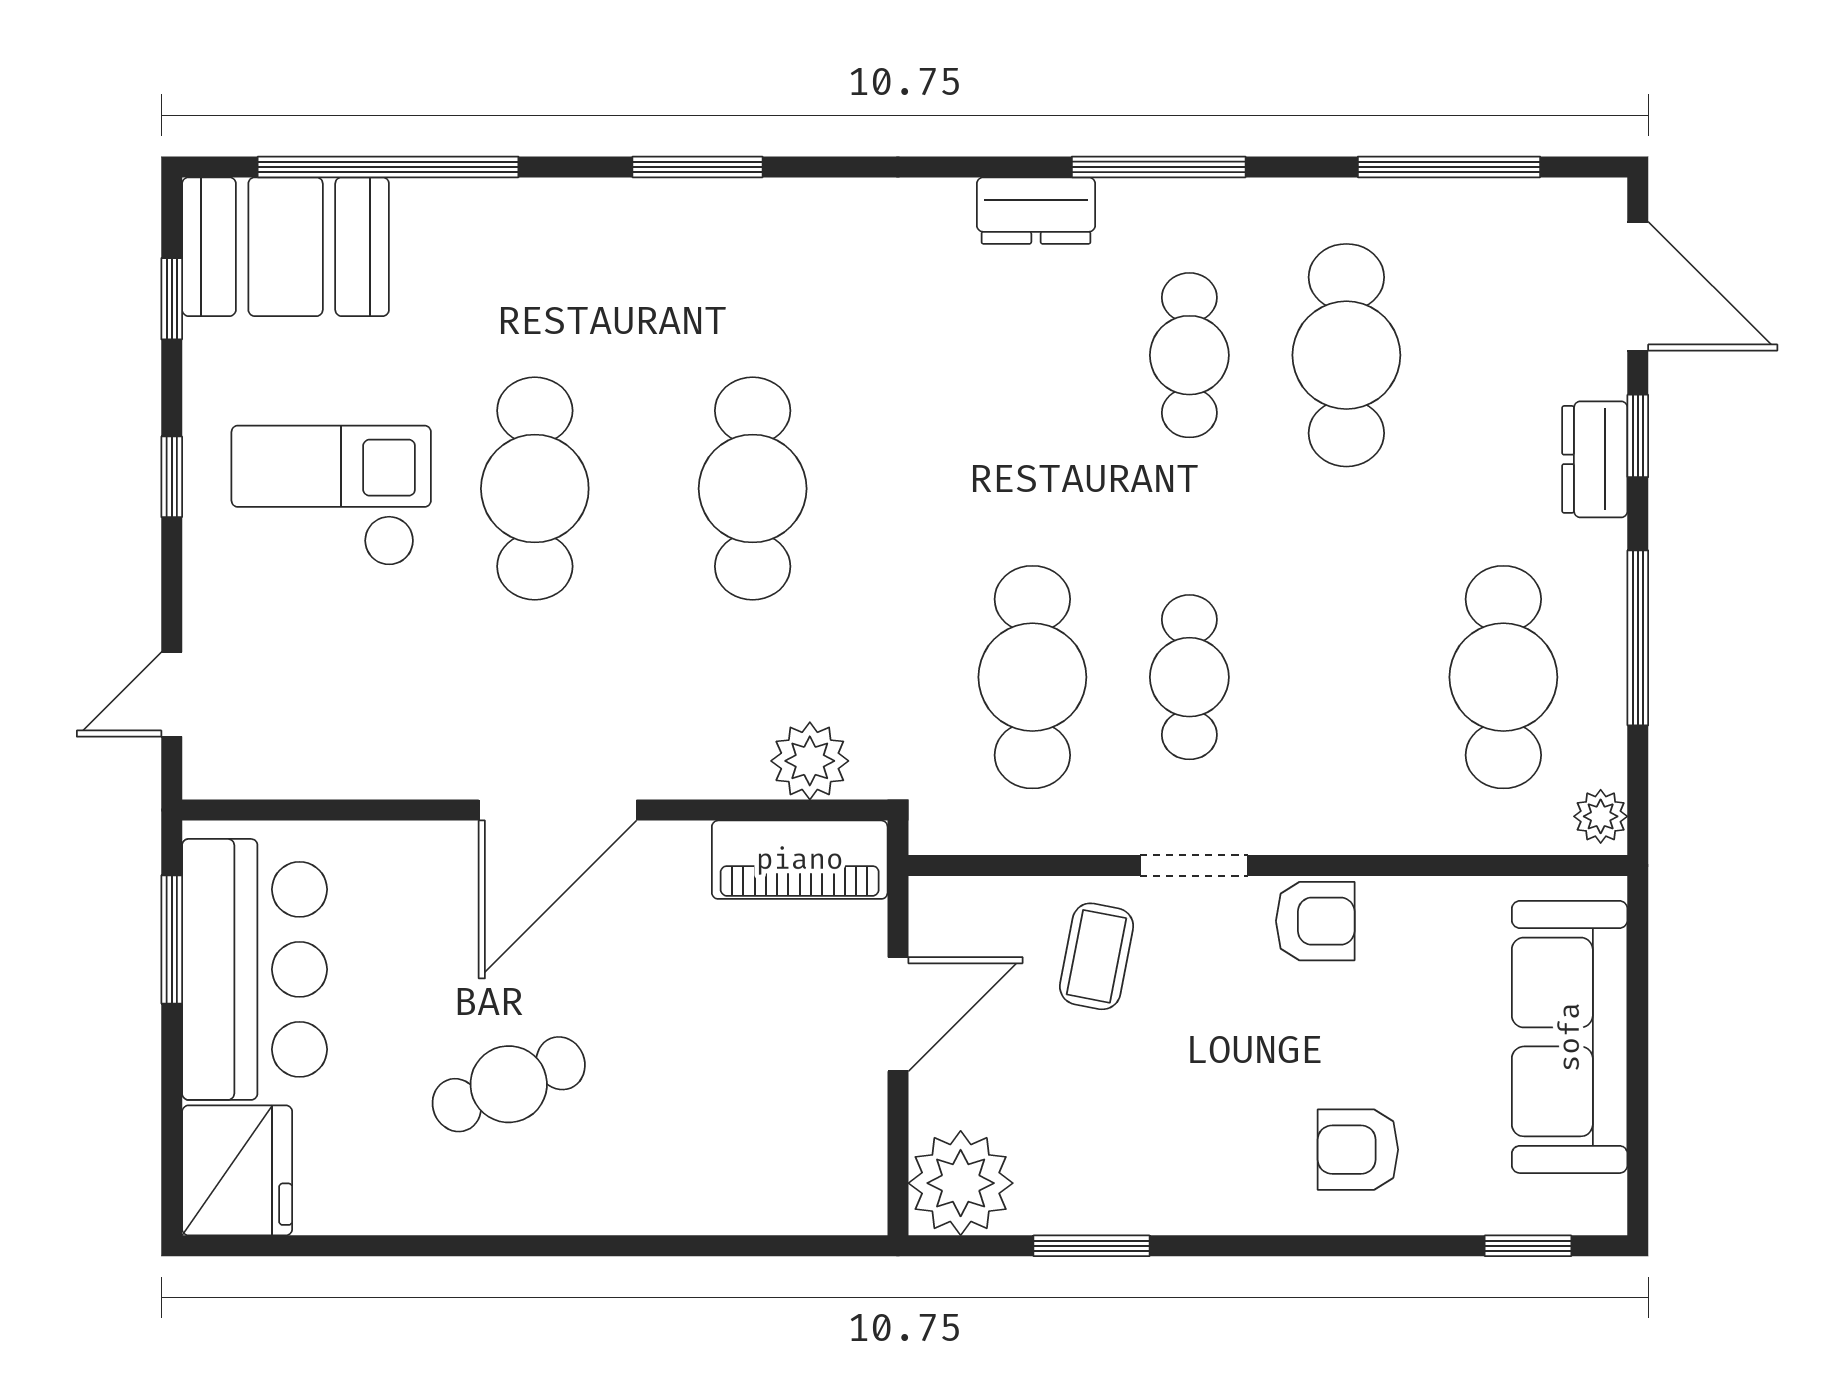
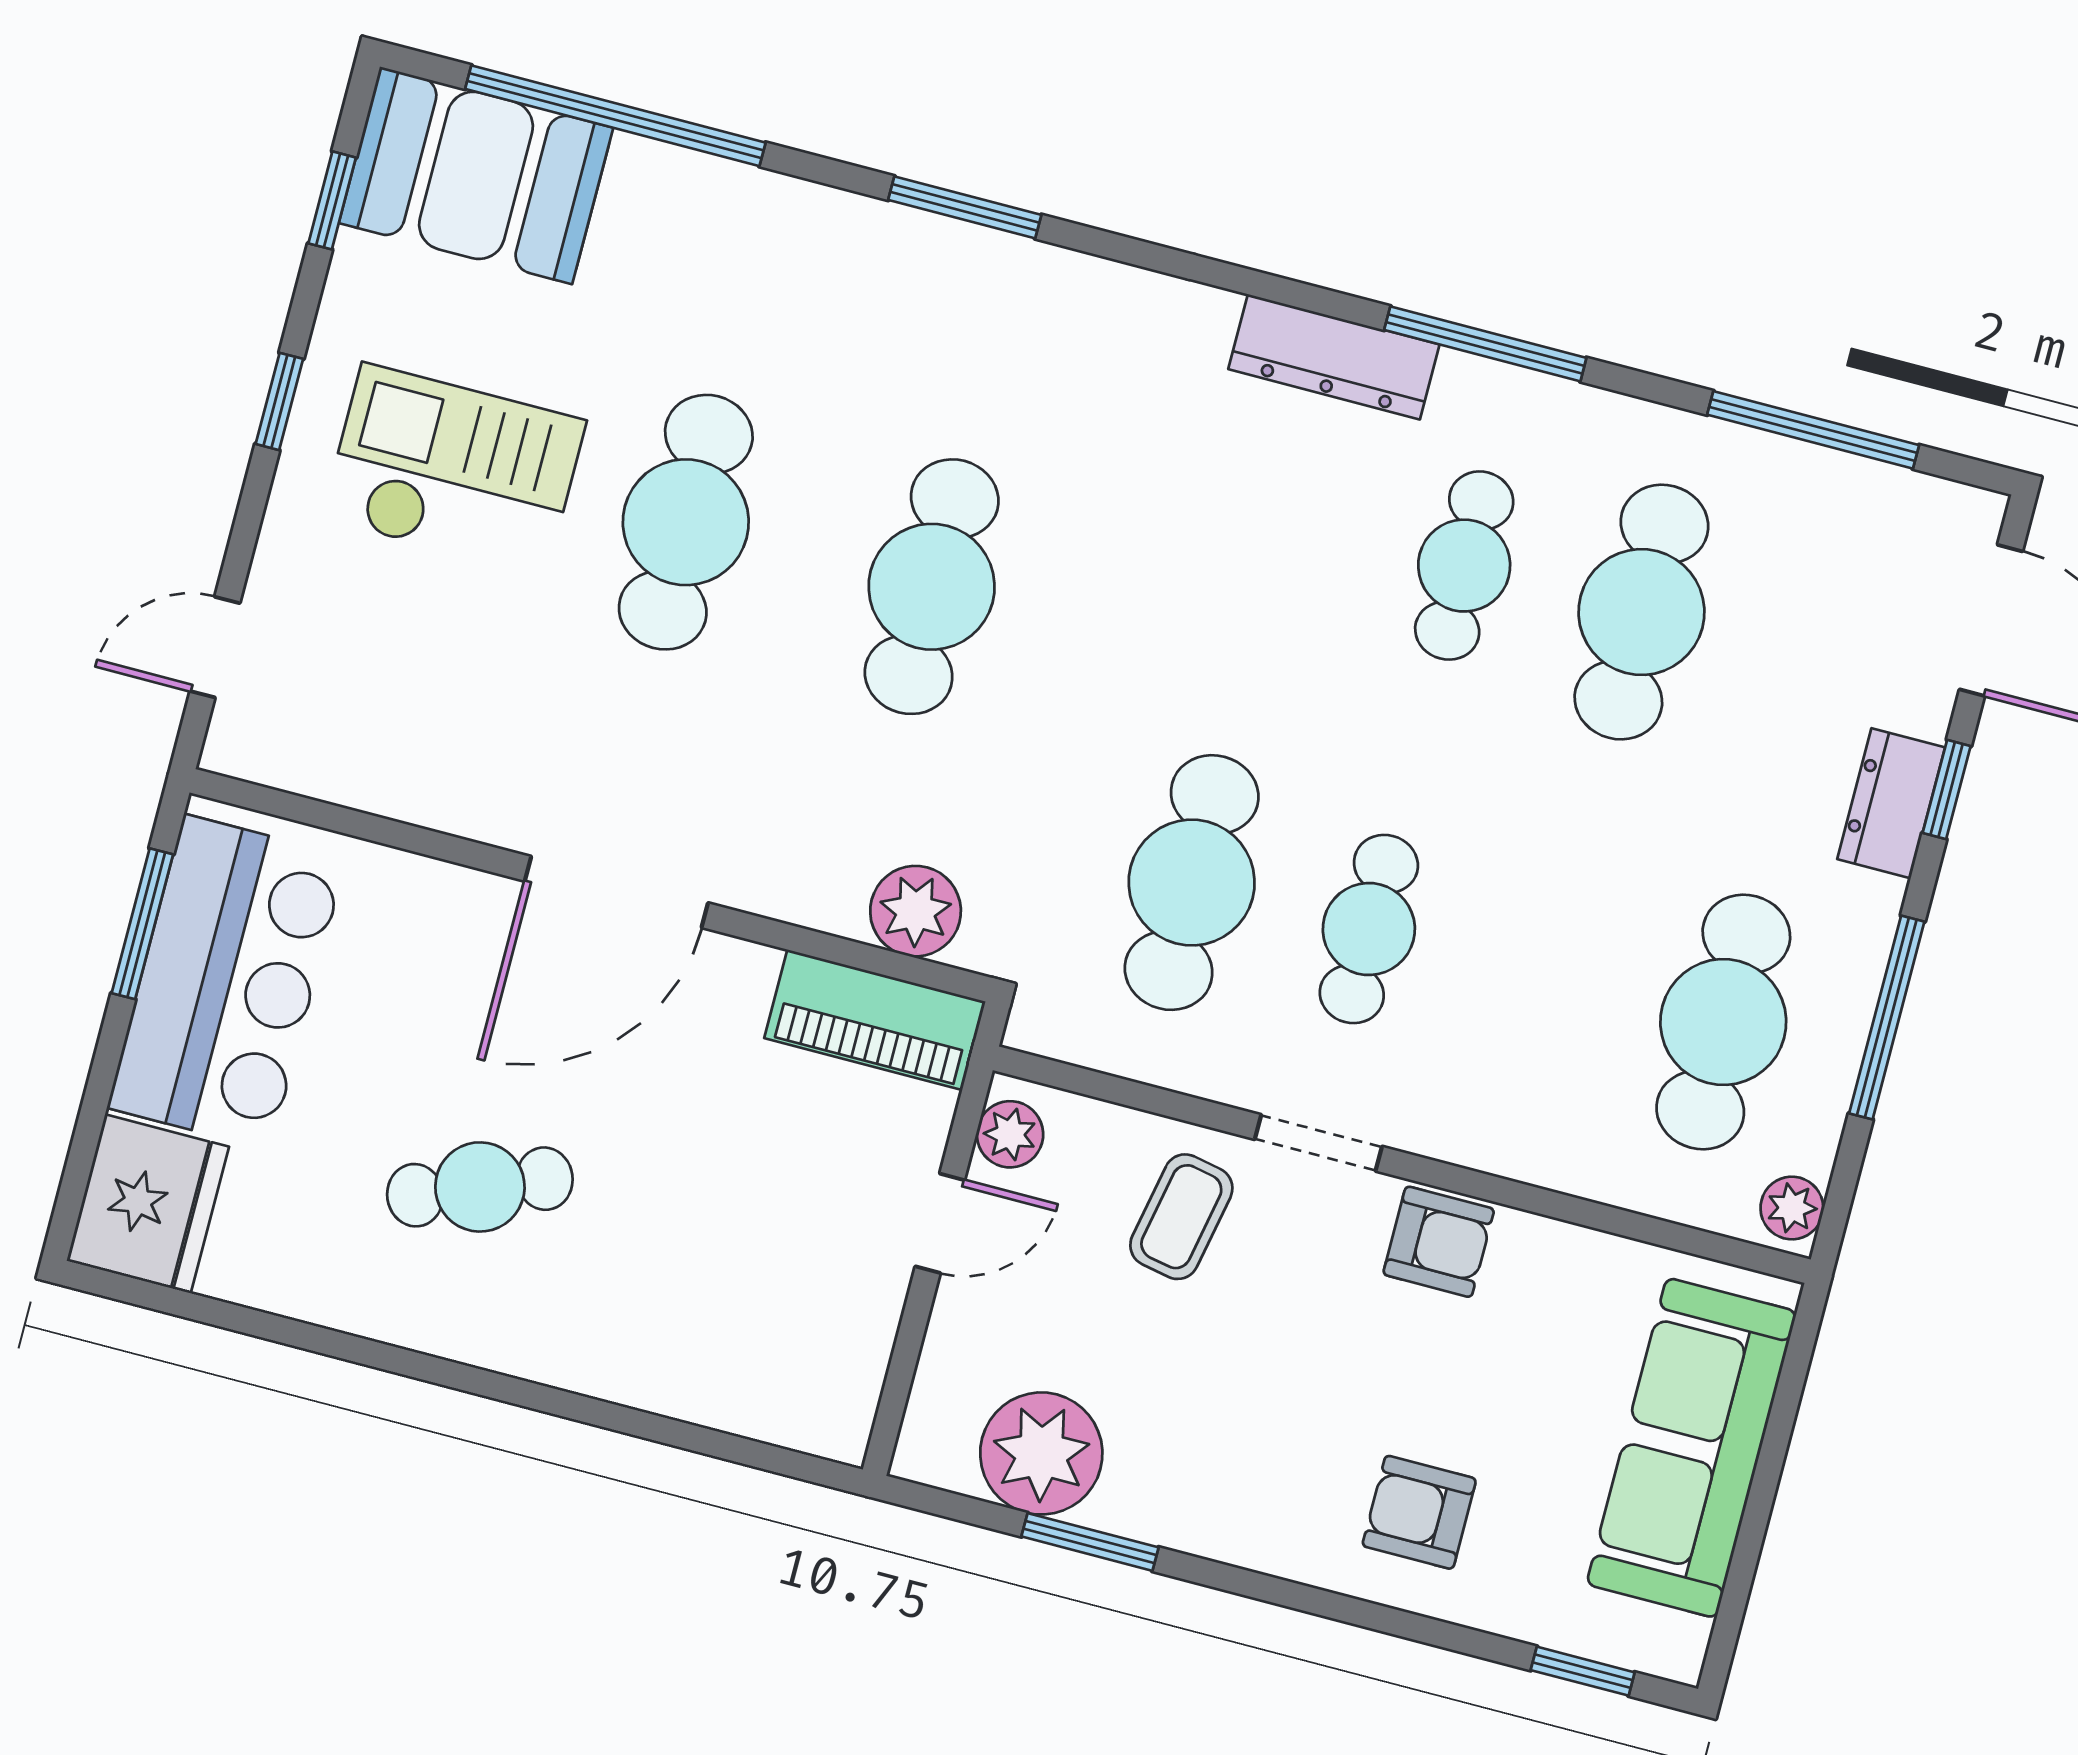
dresser: (1036, 211) -> (1334, 357), width x1.44
plant: (937, 925) -> (1010, 1134), added
door: (898, 1014) -> (940, 1223), width x0.73
plant: (961, 1183) -> (1041, 1453), moved

